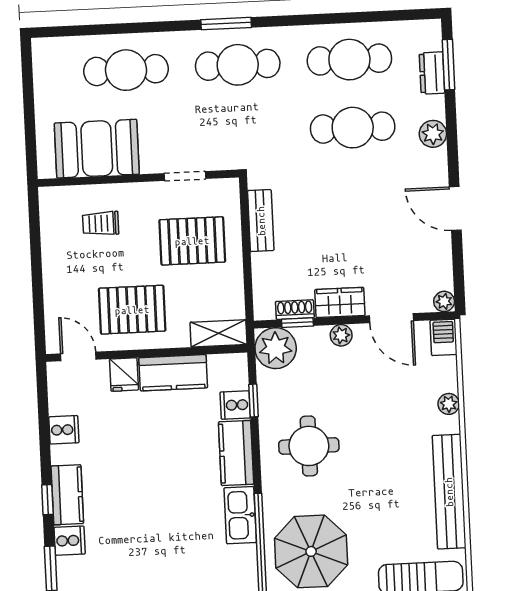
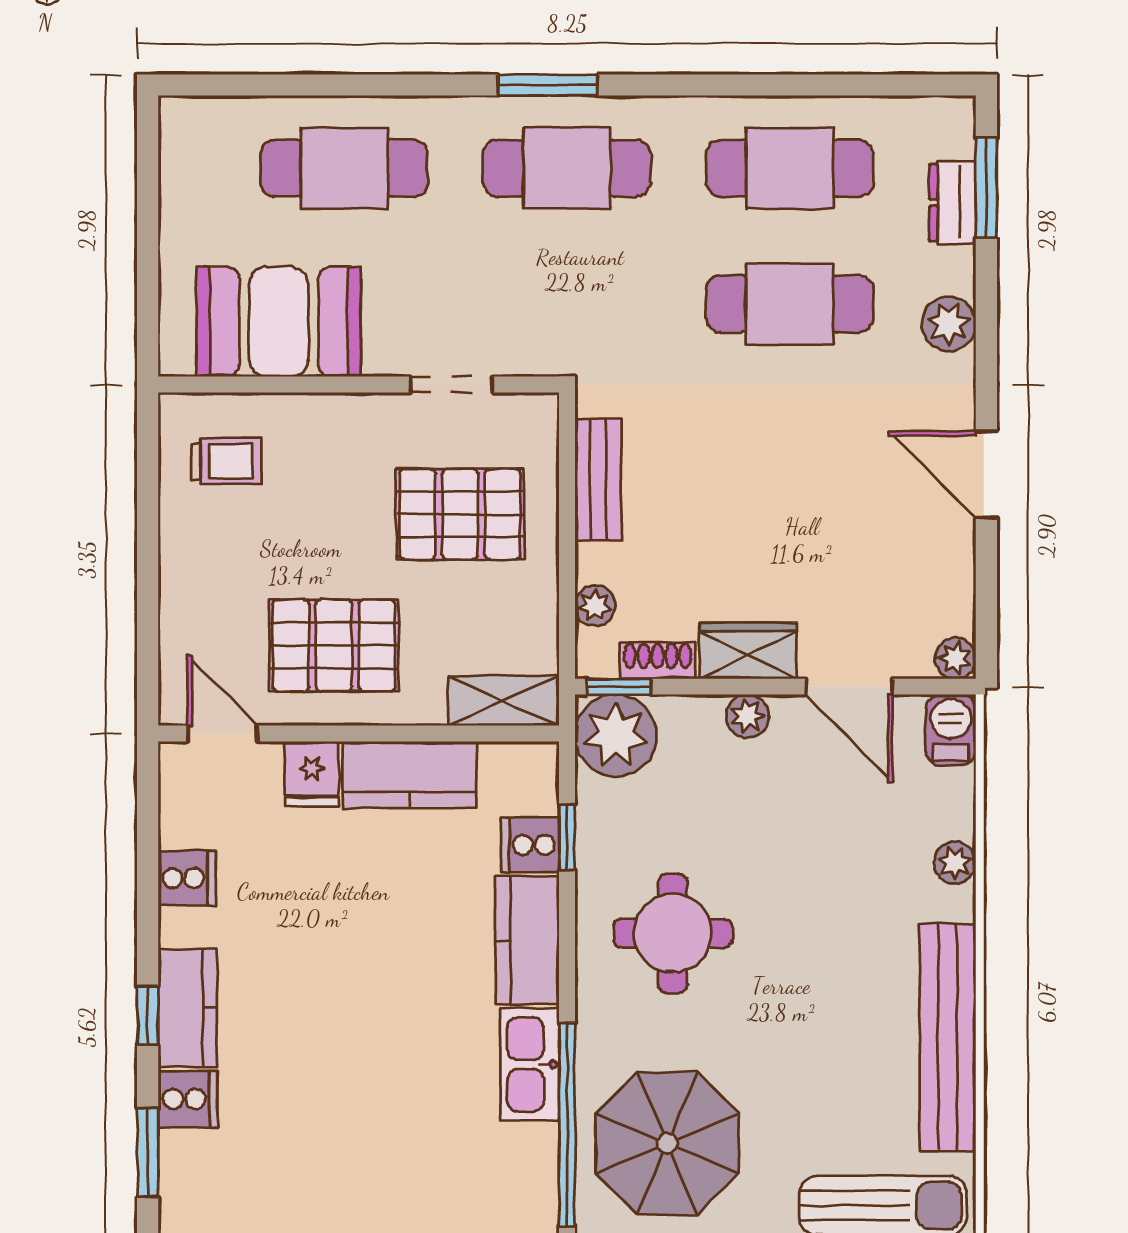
trolley: (101, 223) -> (226, 461), moved, turned 180
plant: (262, 284) -> (595, 606), added
window: (297, 323) -> (619, 687), moved

